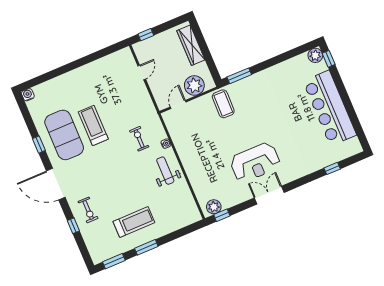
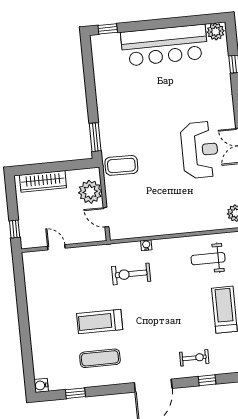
plant: (315, 55) -> (216, 31), moved
exercise mat: (64, 135) -> (100, 358), width x0.50, depth x0.69
exercise bike: (139, 139) -> (131, 274), width x1.38, depth x1.39
window: (39, 145) -> (75, 393), moved
weight bench: (165, 171) -> (208, 259), moved

